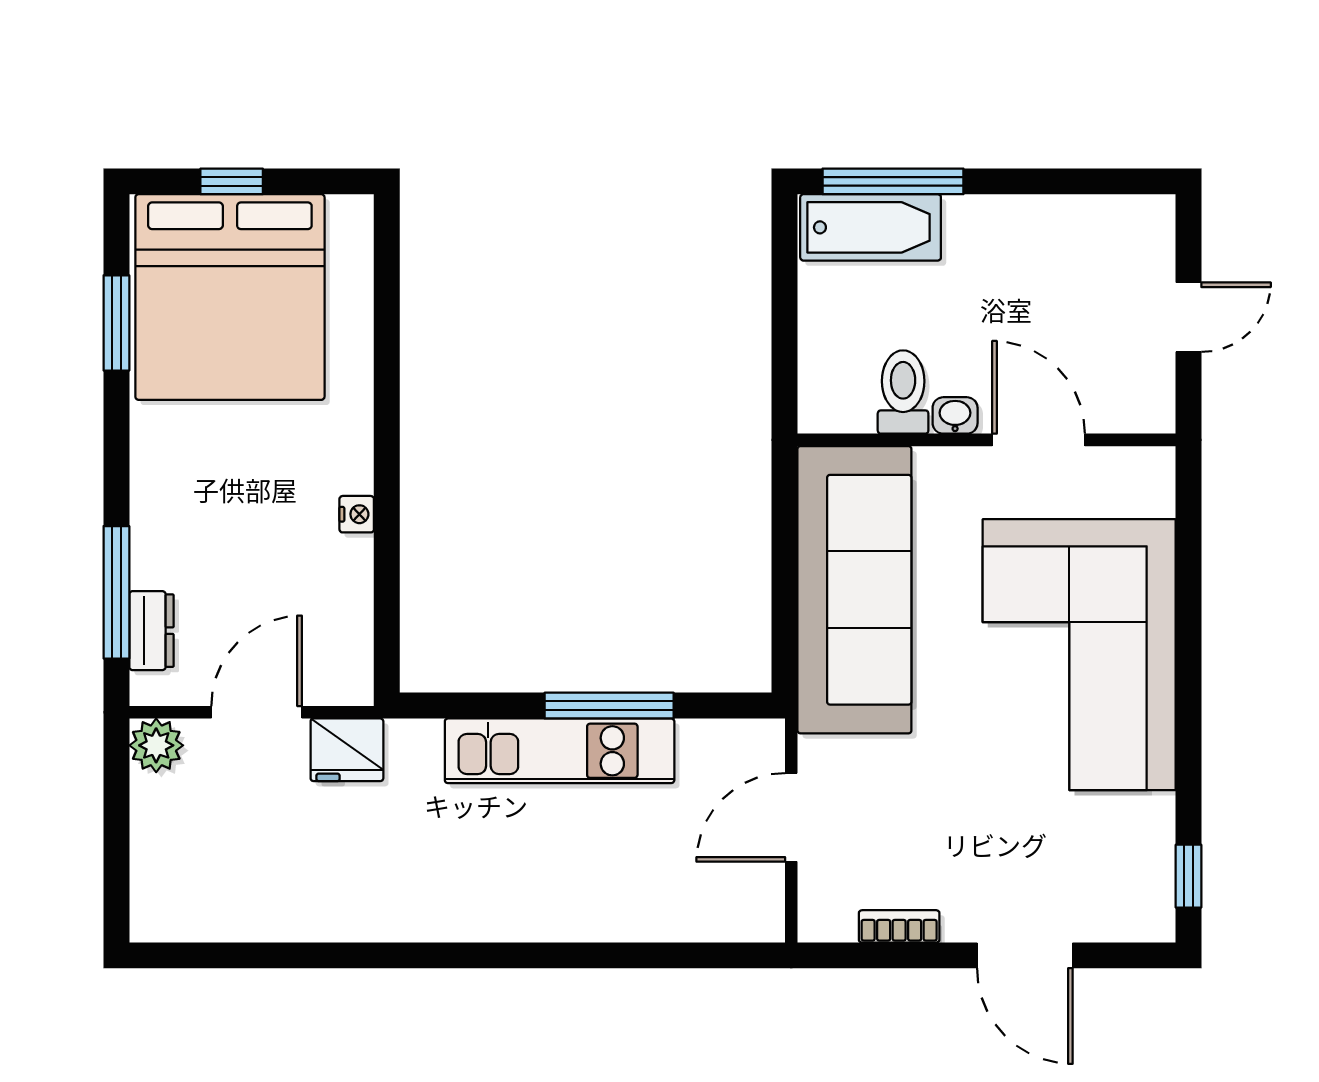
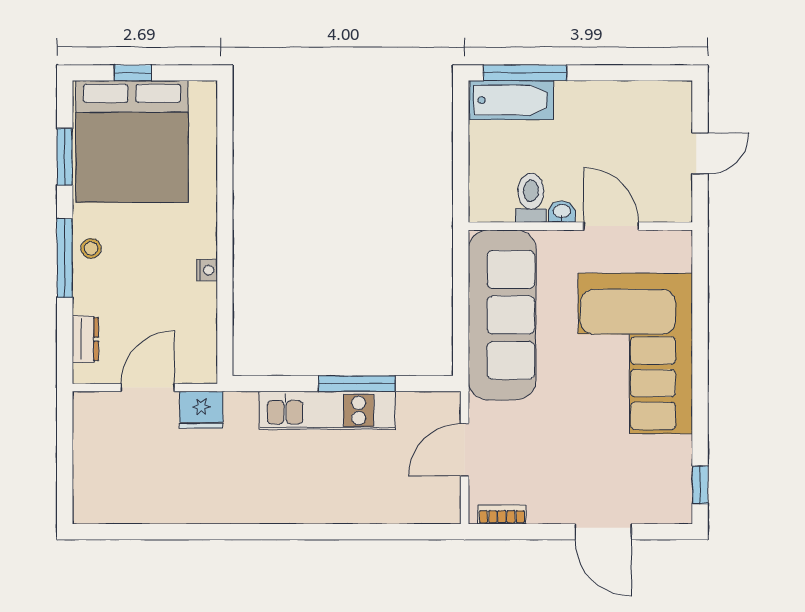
stool: (161, 477) -> (91, 248), added
window: (116, 592) -> (65, 258), moved
plant: (156, 745) -> (88, 407), removed
bookcase: (899, 926) -> (502, 514), moved

